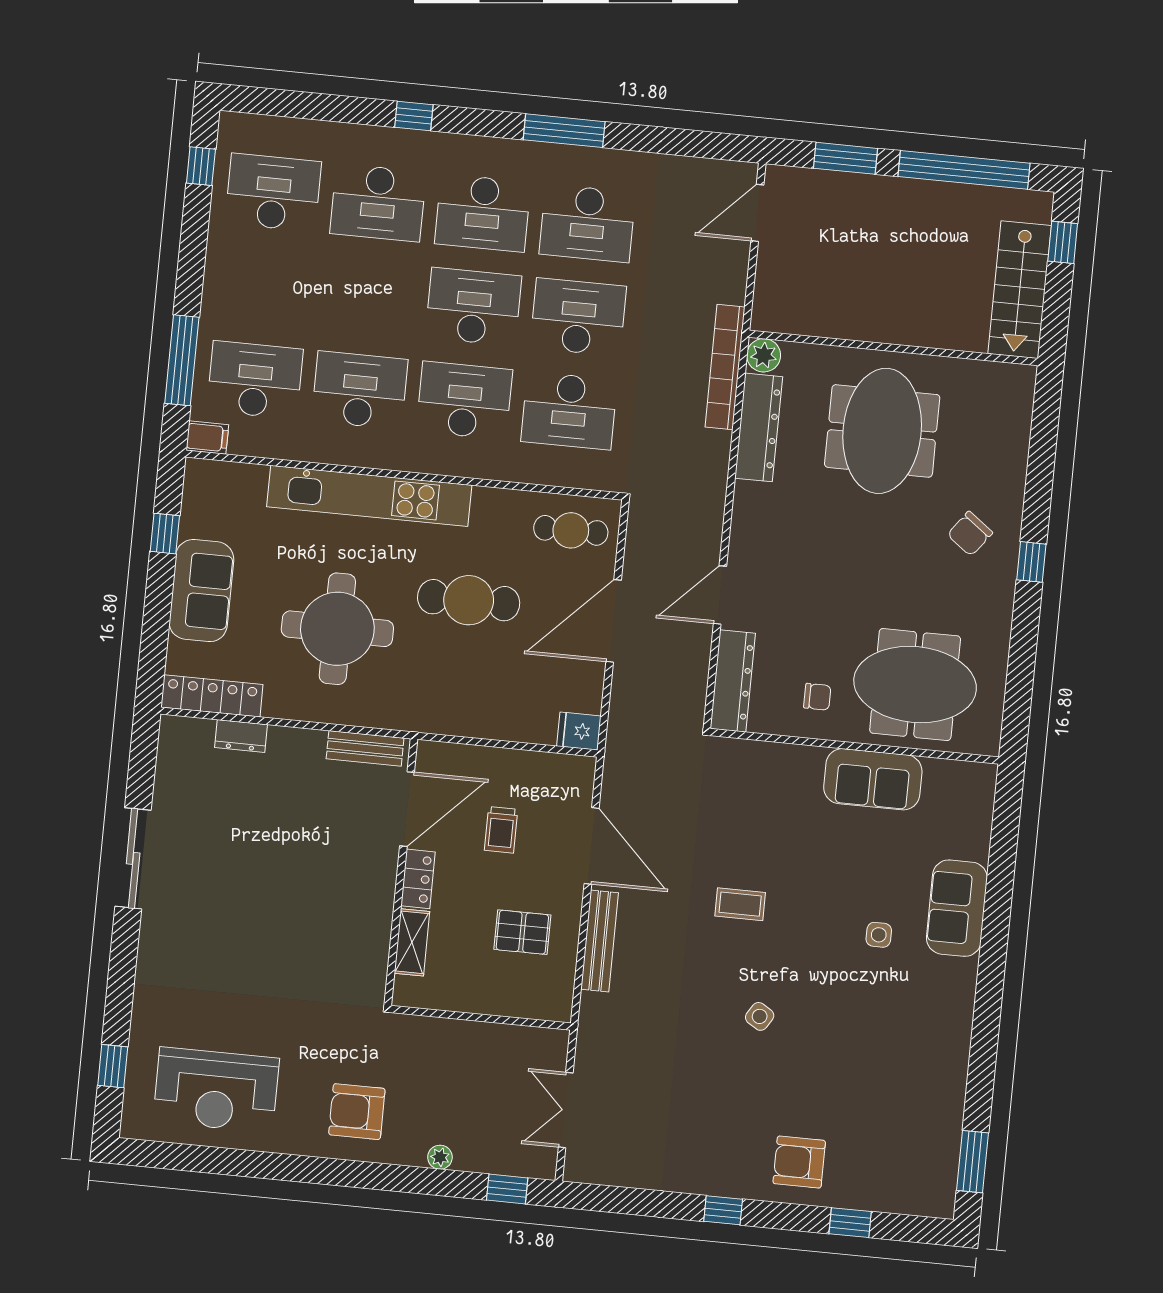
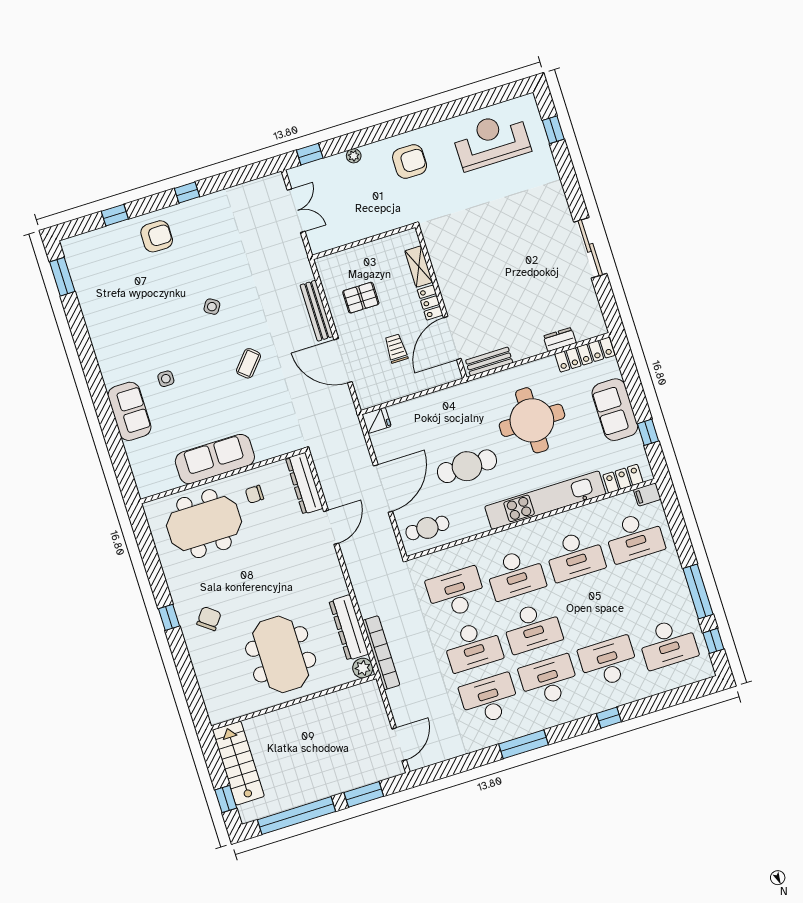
window: (182, 360) -> (698, 591), moved
locker: (234, 478) -> (623, 479), added
sofa: (873, 779) -> (215, 459), width x1.36
coffee table: (740, 904) -> (249, 363), turned -49

